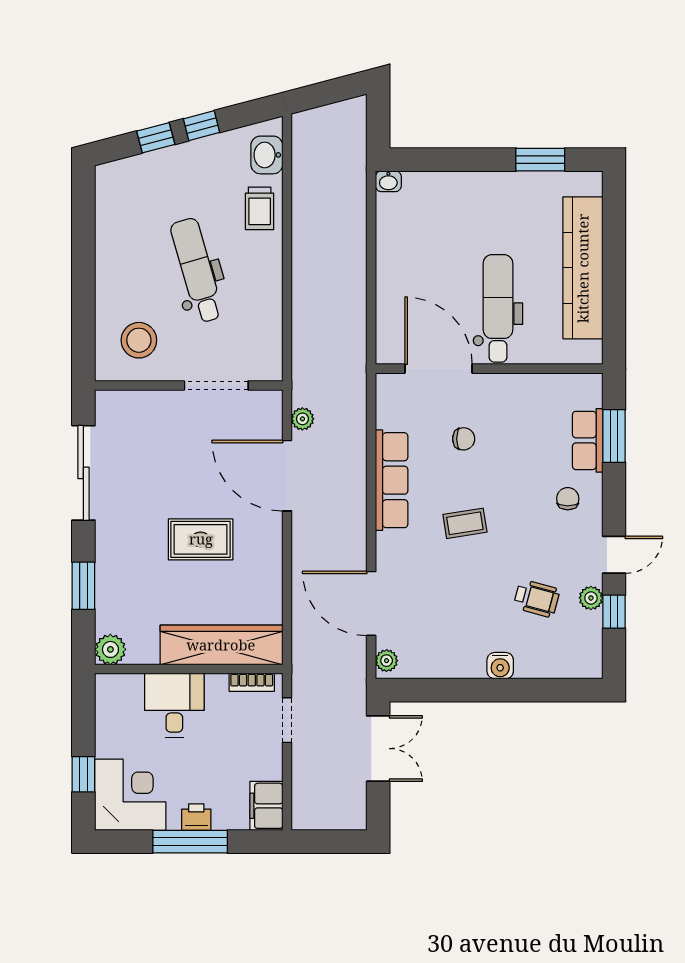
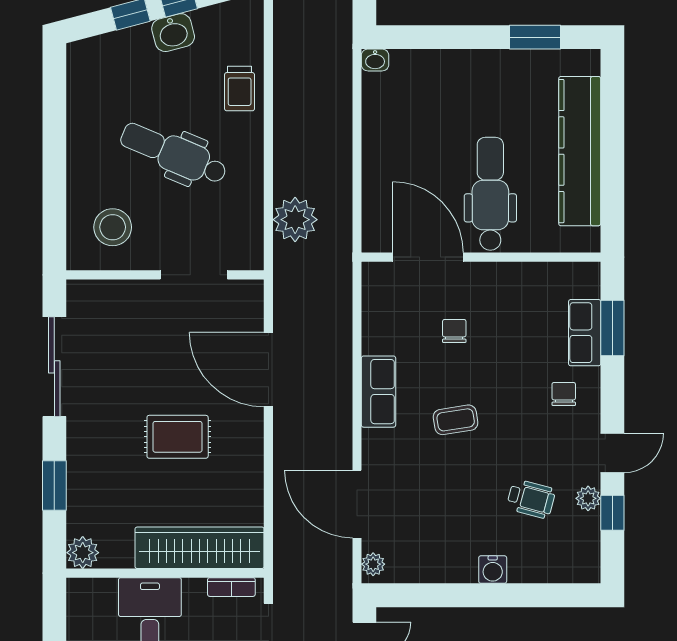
washbasin: (267, 155) -> (173, 33), moved, turned -105
dental chair: (197, 270) -> (174, 154), turned -51
plant: (302, 419) -> (295, 220), moved, width x1.88, depth x1.88
chair: (464, 439) -> (454, 331), turned -90
row of seats: (392, 480) -> (378, 392), width x0.68

